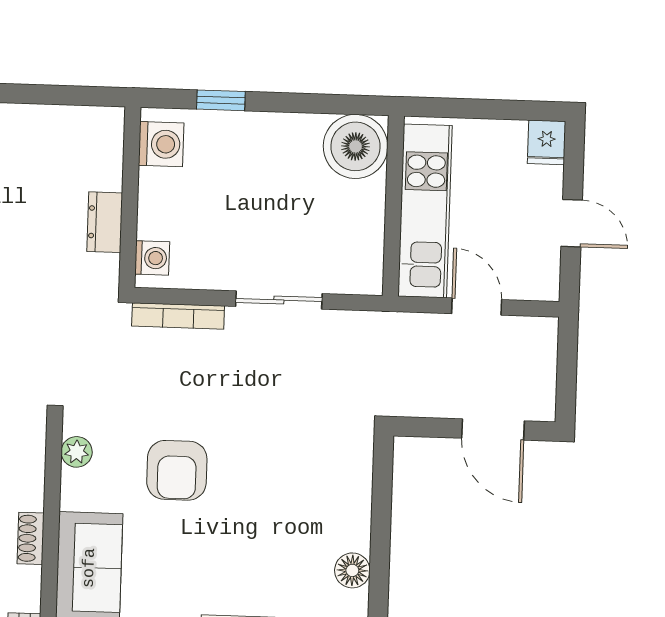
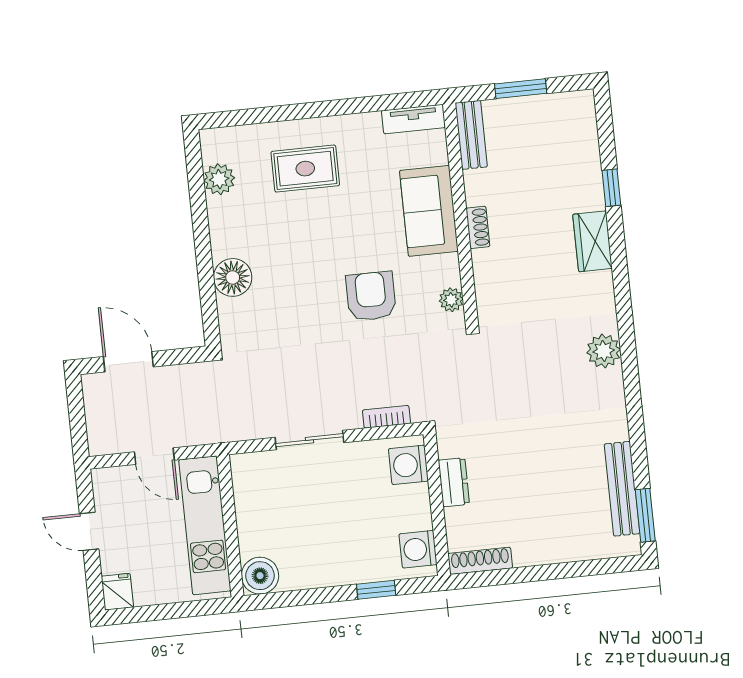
shoe rack: (85, 119) -> (480, 561), added
boiler: (355, 146) -> (260, 576), width x0.73, depth x0.73
washing machine: (152, 258) -> (408, 465), width x1.38, depth x1.38
bookcase: (178, 316) -> (386, 417), width x0.64
floor lamp: (352, 570) -> (233, 277), moved, width x1.38, depth x1.38

